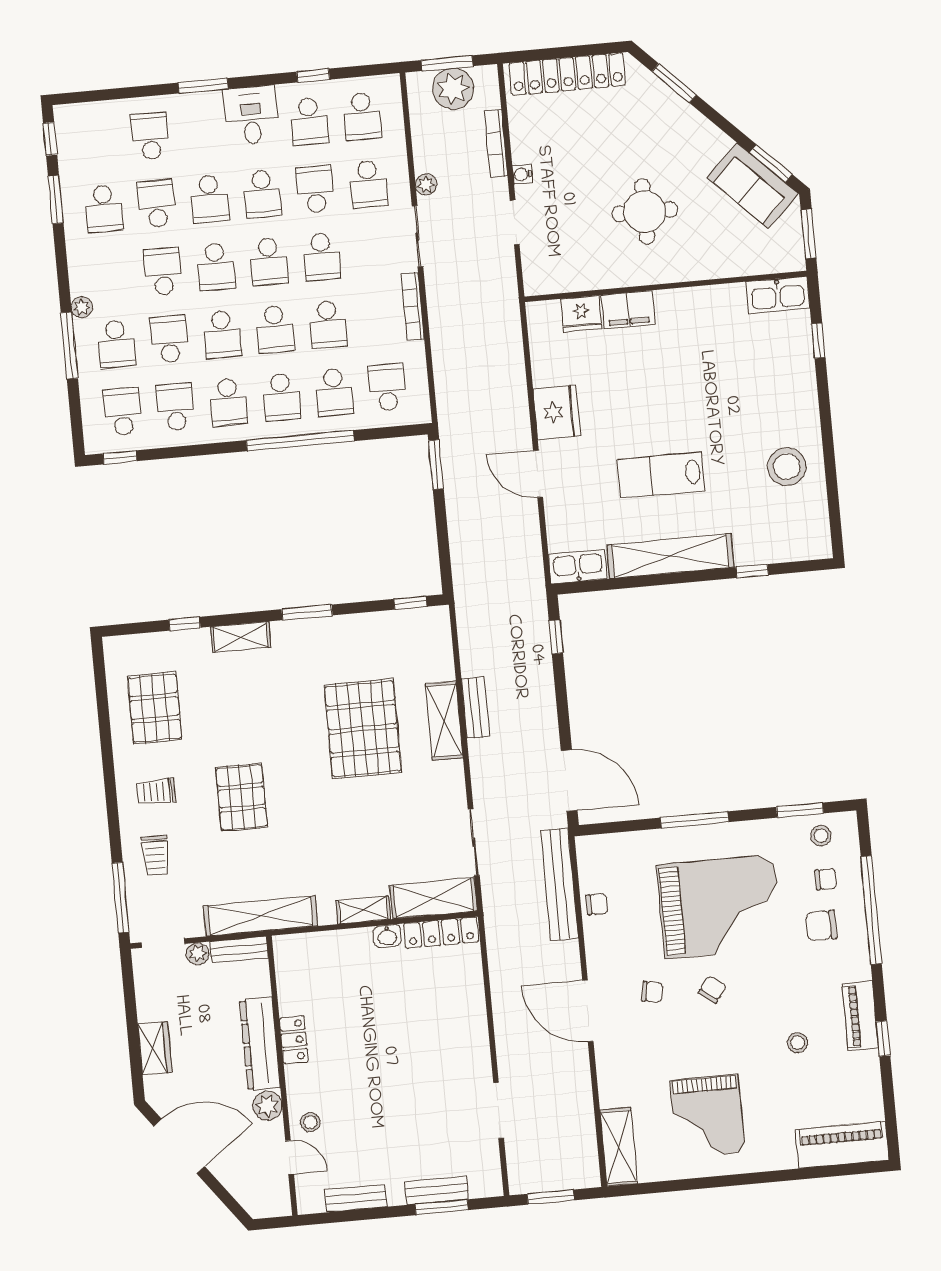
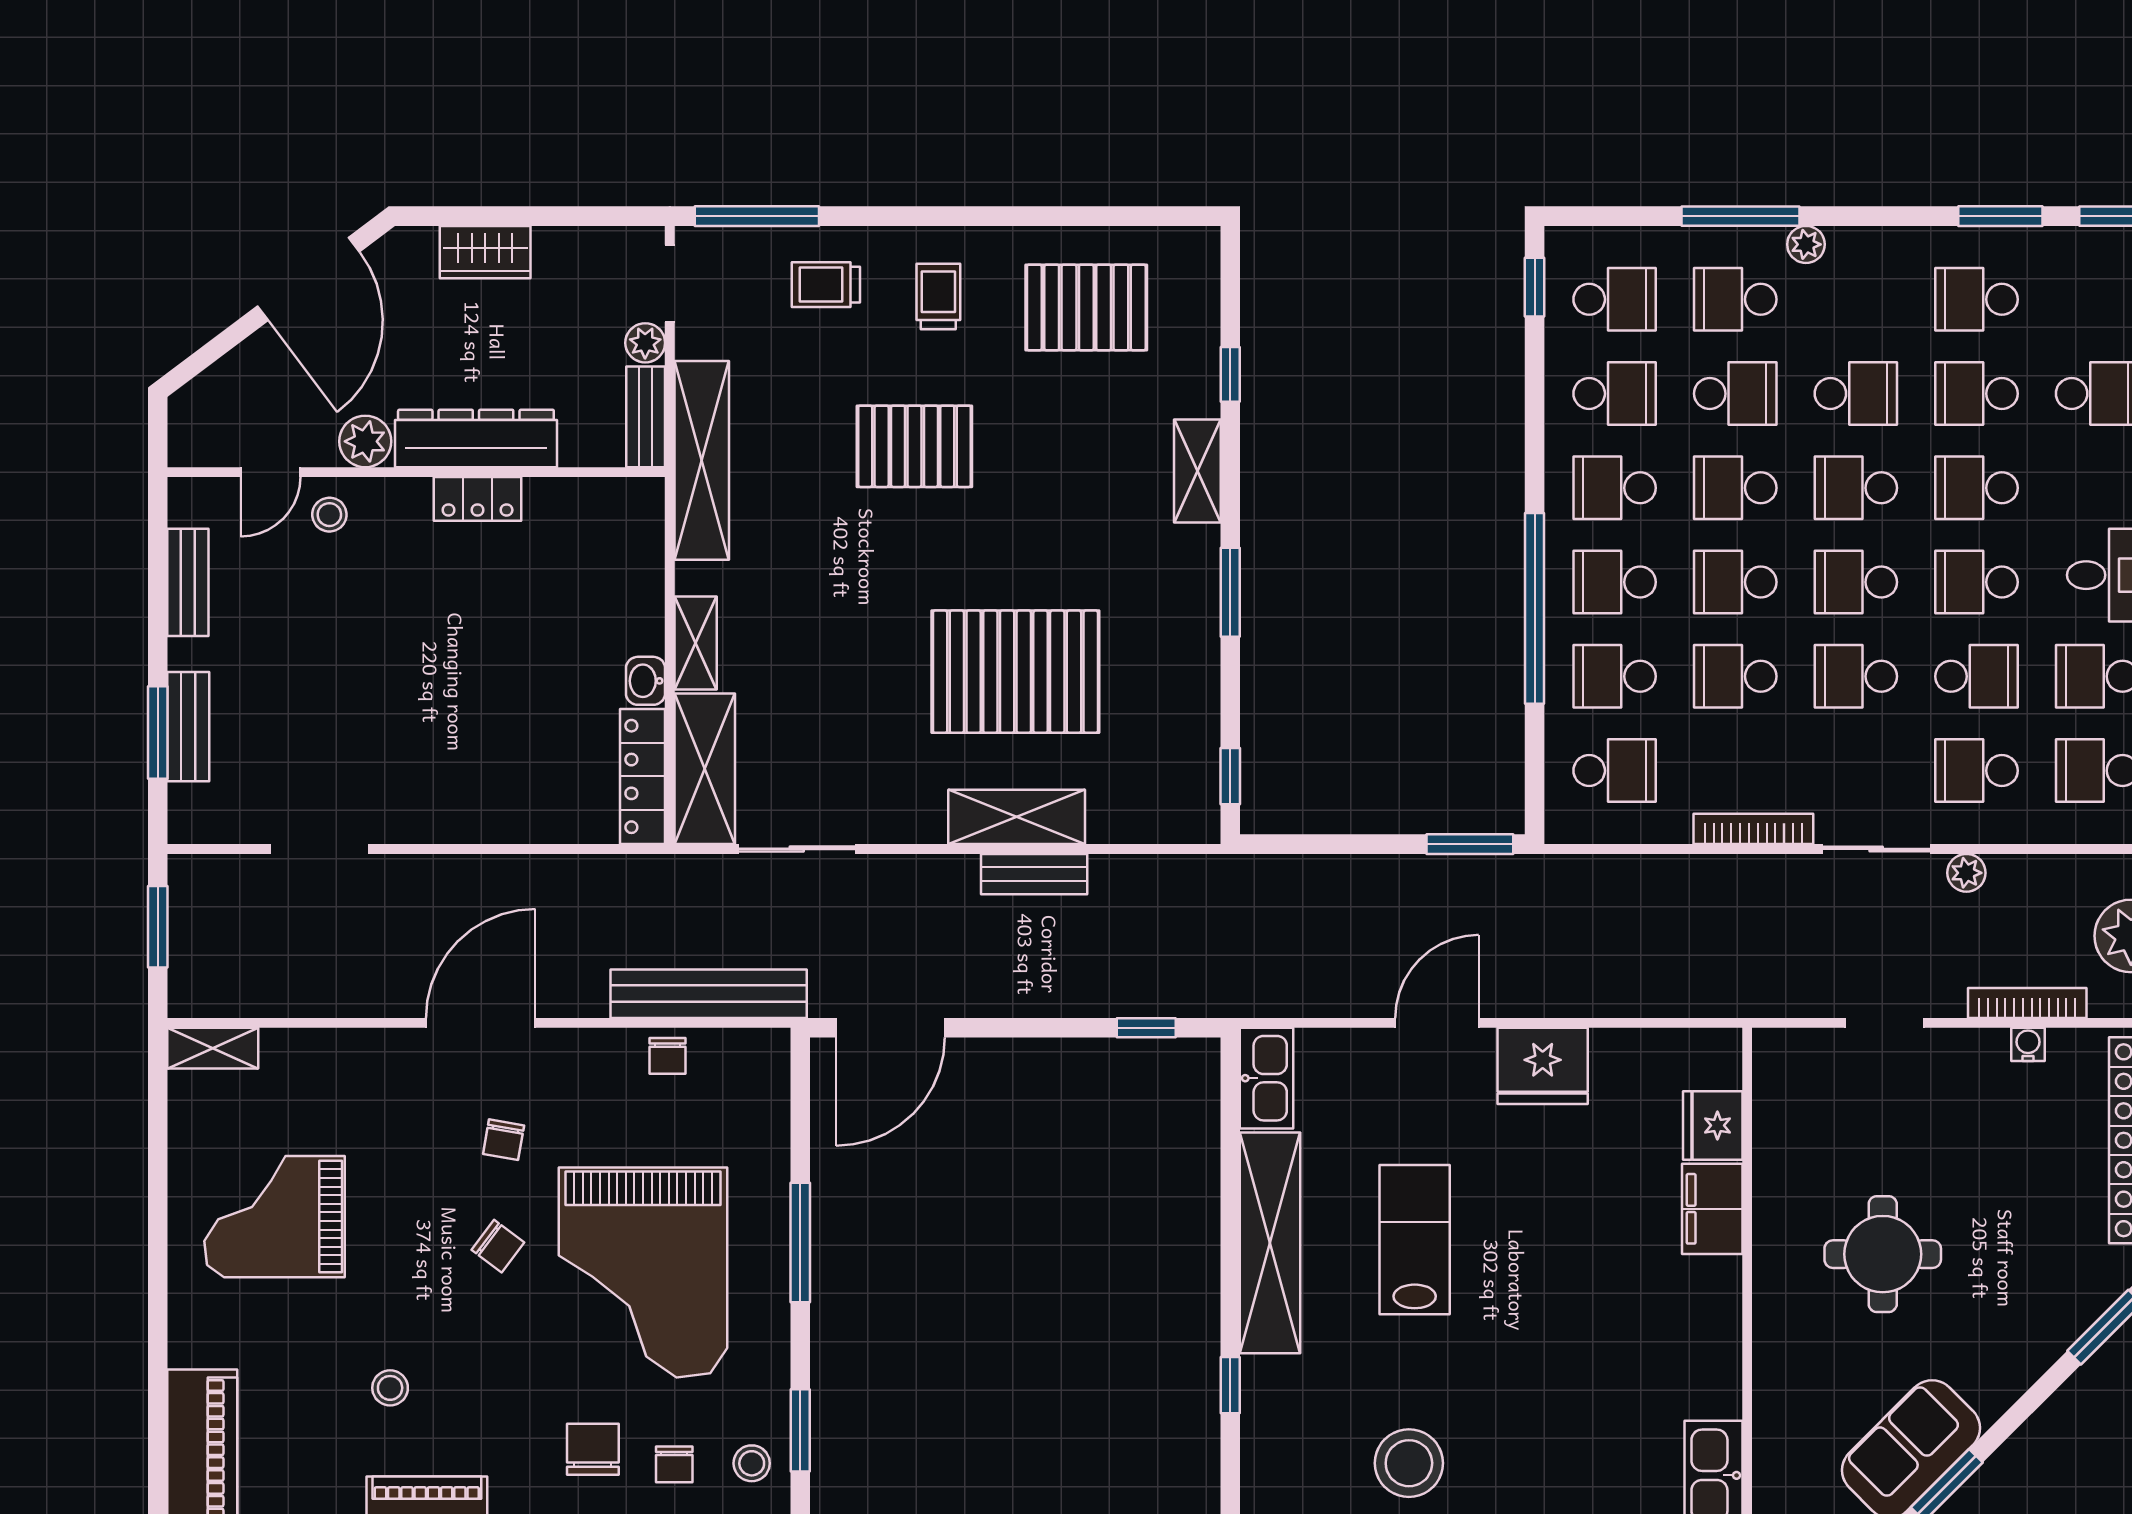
water cooler: (522, 174) -> (2028, 1044), moved
school desk: (157, 204) -> (1976, 394), turned 180
shelving: (619, 1147) -> (213, 1048), width x0.67, depth x0.75

